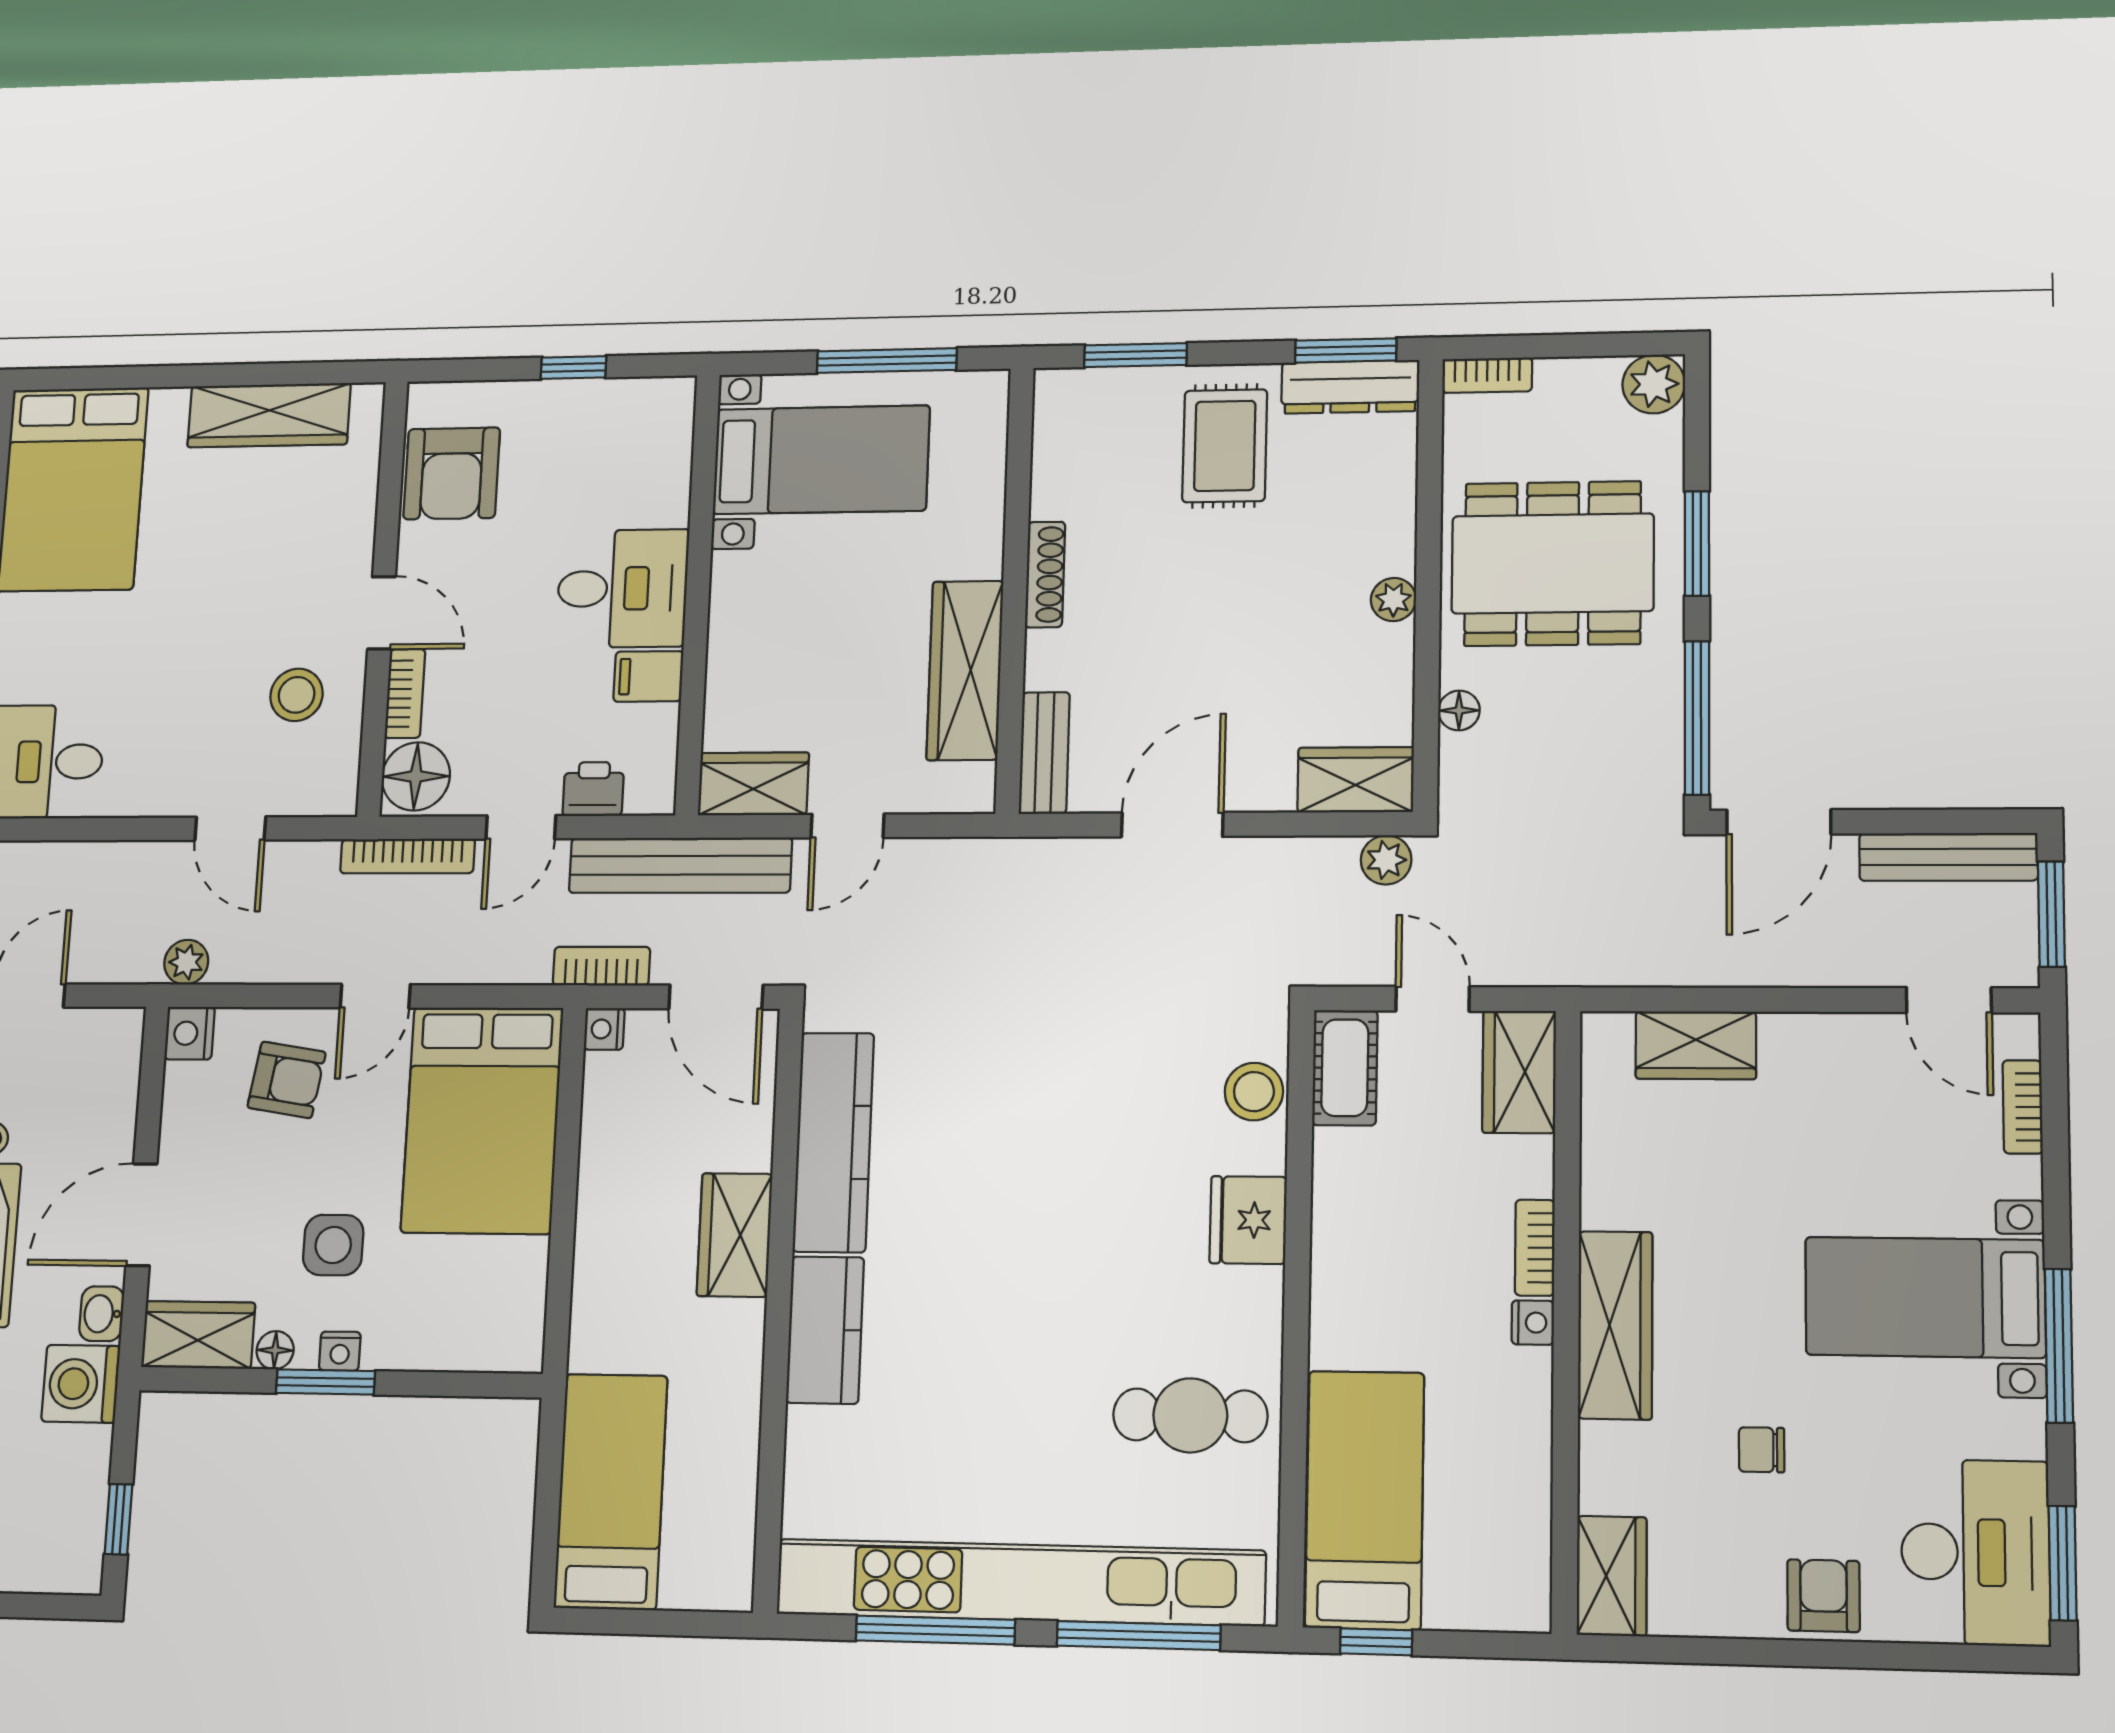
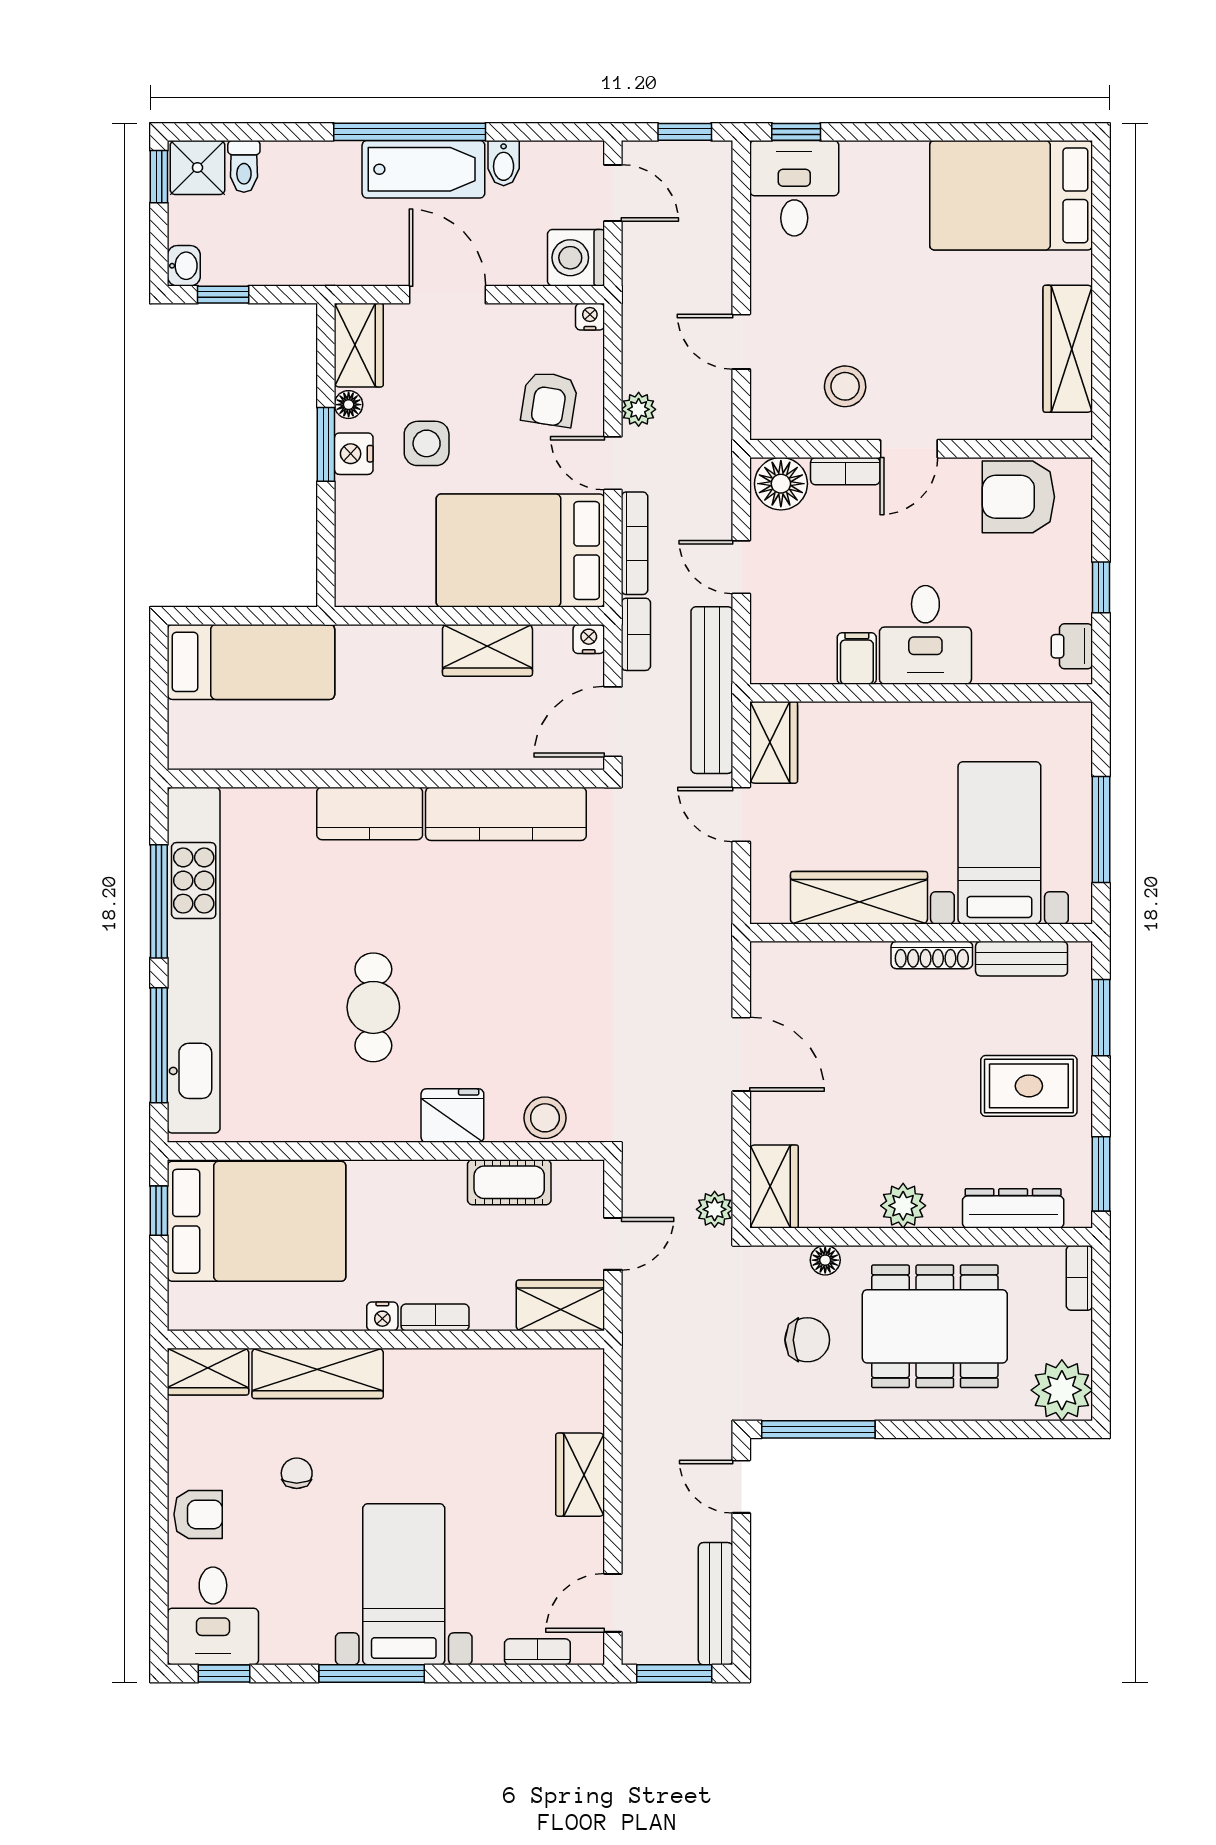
plant: (1654, 384) -> (1062, 1390), width x1.36, depth x1.36
dresser: (1350, 387) -> (1013, 1208), moved, turned 90
bed with nightstands: (821, 460) -> (999, 843), moved, turned 180
window: (1697, 543) -> (948, 1429), removed
dining table: (1553, 564) -> (935, 1326), turned 90
plant: (1393, 600) -> (903, 1206), width x1.38, depth x1.38
chair: (1570, 734) -> (807, 1340), added
bench: (1044, 753) -> (1022, 959), moved
printer: (593, 789) -> (1072, 646), moved, turned 180
door: (1779, 822) -> (741, 1487), width x0.73
door: (230, 829) -> (741, 342), hinge flipped
bookcase: (408, 856) -> (635, 543), moved, turned 180
plant: (186, 962) -> (639, 409), moved
nightstand: (190, 1033) -> (590, 317), width x0.72, depth x0.74
wardrobe: (1696, 1045) -> (580, 1475), moved
cot: (1345, 1068) -> (509, 1182), moved
wardrobe: (735, 1235) -> (487, 650), moved, turned 180
washbasin: (102, 1314) -> (184, 266), moved, turned 90
wardrobe: (1615, 1325) -> (318, 1373), moved
nightstand: (340, 1351) -> (354, 454), width x1.39, depth x1.35
washing machine: (81, 1384) -> (576, 258), moved, turned -90
cafe table: (1190, 1415) -> (373, 1007), moved
bed: (1365, 1500) -> (257, 1221), width x1.50
desk: (1975, 1552) -> (213, 1616), width x0.73
window: (2063, 1563) -> (224, 1674), width x0.67

